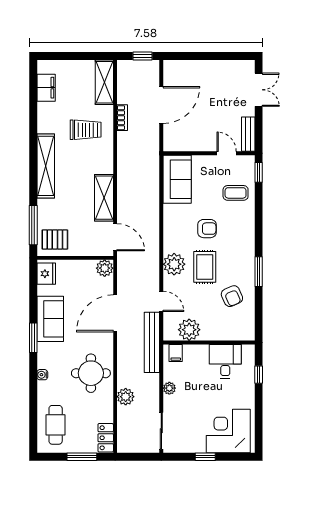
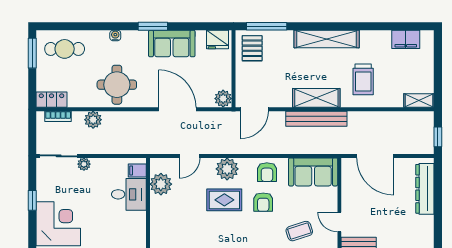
dresser: (194, 69) -> (425, 189), added
shelving: (104, 82) -> (419, 101), width x0.67, depth x0.75
door: (161, 105) -> (375, 156), moved
bookcase: (122, 118) -> (58, 116), moved
door: (227, 153) -> (339, 222), swing flipped
coffee table: (236, 193) -> (299, 231), turned 72
shelving: (104, 198) -> (316, 98), moved
armchair: (232, 296) -> (267, 172), moved, turned -66
bench: (152, 342) -> (316, 119), moved
desk: (225, 361) -> (129, 194), moved
plant: (169, 388) -> (84, 164), moved
window: (82, 457) -> (32, 53), moved

